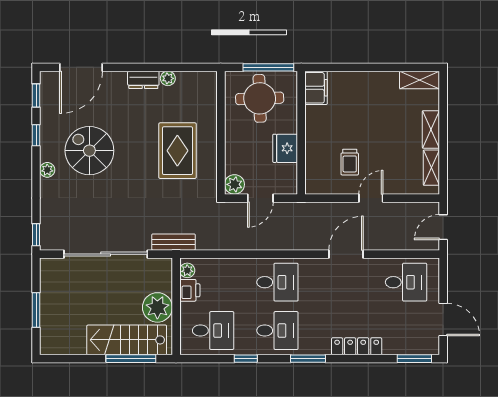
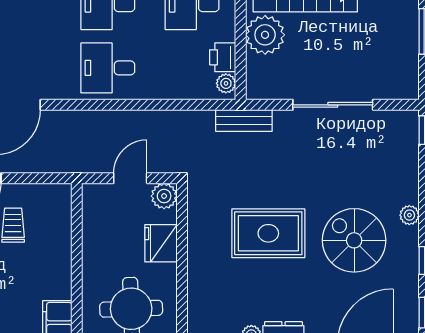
fridge: (285, 148) -> (161, 243), moved, turned 180
spiral stairs: (89, 151) -> (354, 240), turned 180
rug: (177, 151) -> (268, 233), moved, turned 90
sliding door: (106, 254) -> (333, 105), width x0.73

